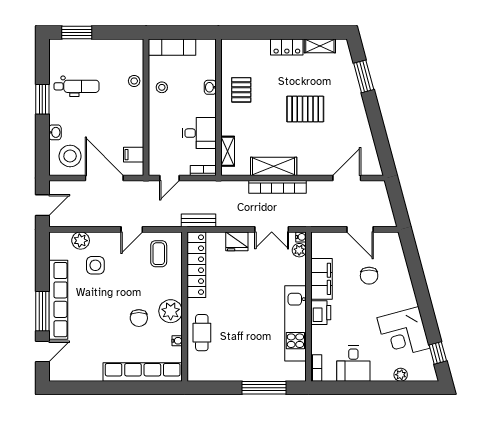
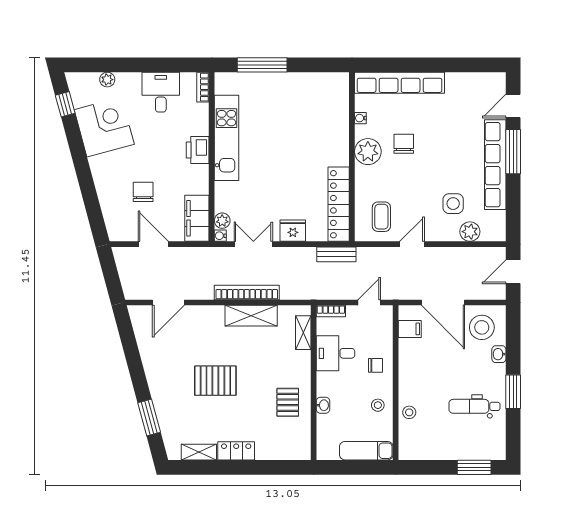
chair: (164, 122) -> (376, 365), added
filing cabinet: (321, 279) -> (197, 218), moved
cafe table: (202, 333) -> (332, 127), removed

